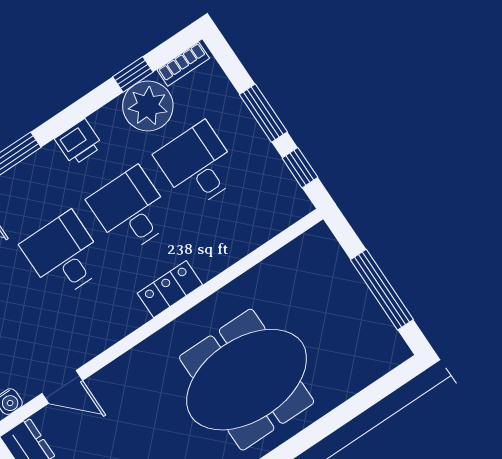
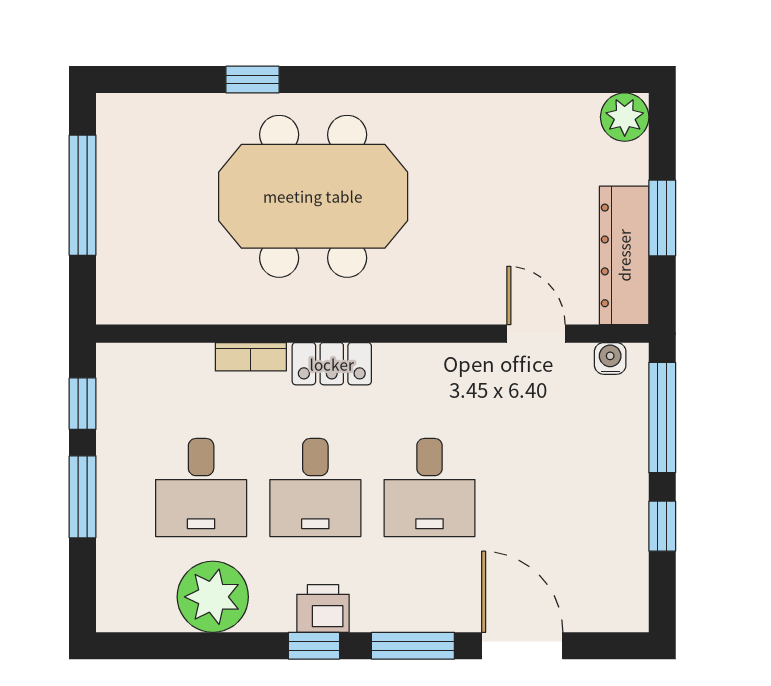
bookcase: (183, 64) -> (251, 357), moved, turned 180
window: (133, 74) -> (314, 646), moved
window: (328, 424) -> (253, 80), added

